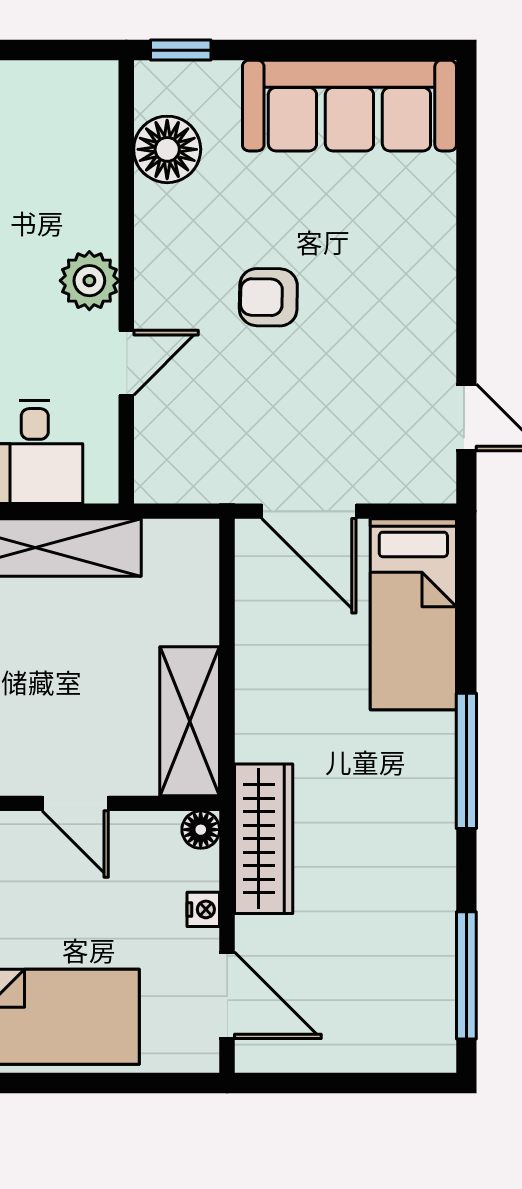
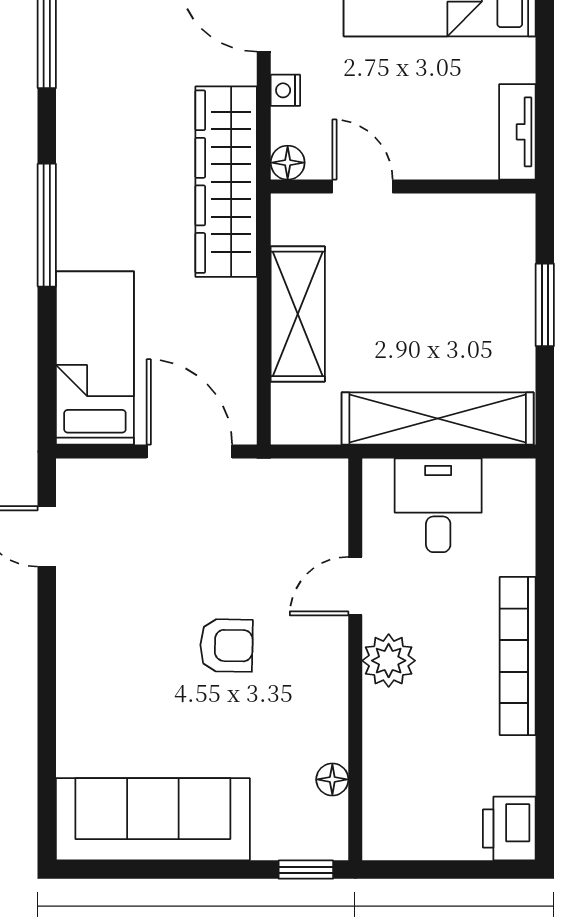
floor lamp: (167, 149) -> (332, 779), width x0.53, depth x0.53
shelving: (190, 721) -> (298, 314), moved
door: (75, 803) -> (363, 186), moved
wardrobe: (264, 839) -> (226, 182), width x1.40, depth x1.17

